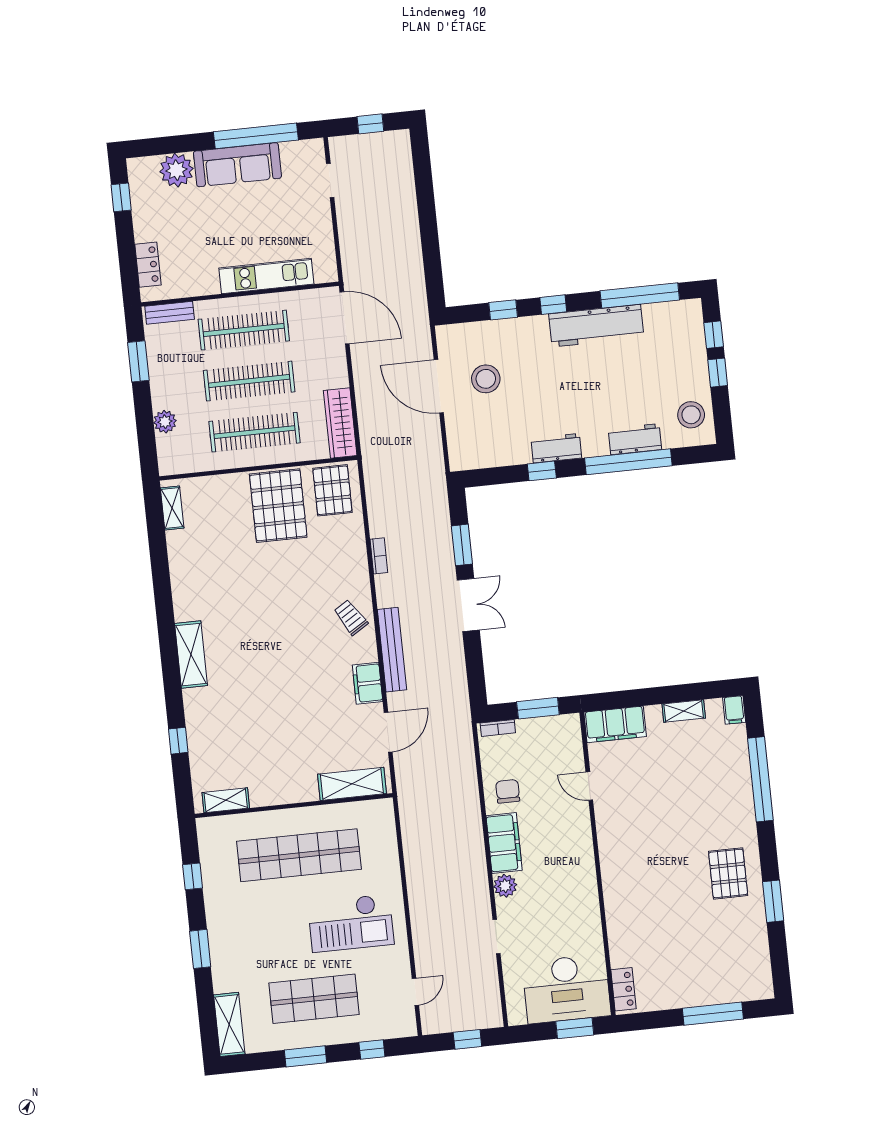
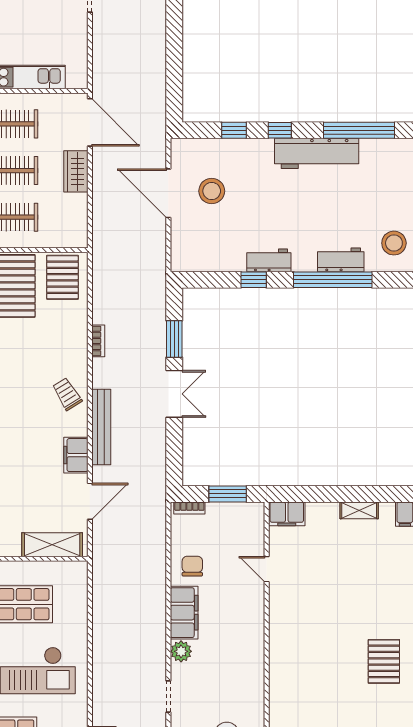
wardrobe: (340, 423) -> (76, 171), moved, width x0.67
filing cabinet: (615, 724) -> (287, 514), width x0.67, depth x0.86

